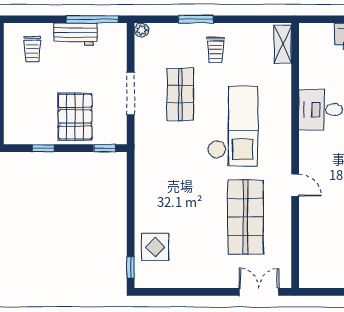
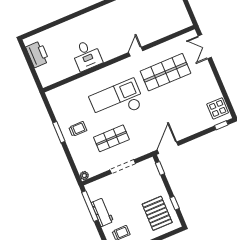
window: (196, 19) -> (59, 132), moved
shelving: (283, 44) -> (59, 92), removed
pallet: (75, 117) -> (157, 213), moved, turned 90
door: (131, 173) -> (168, 148), added
display table: (155, 247) -> (218, 108), moved

